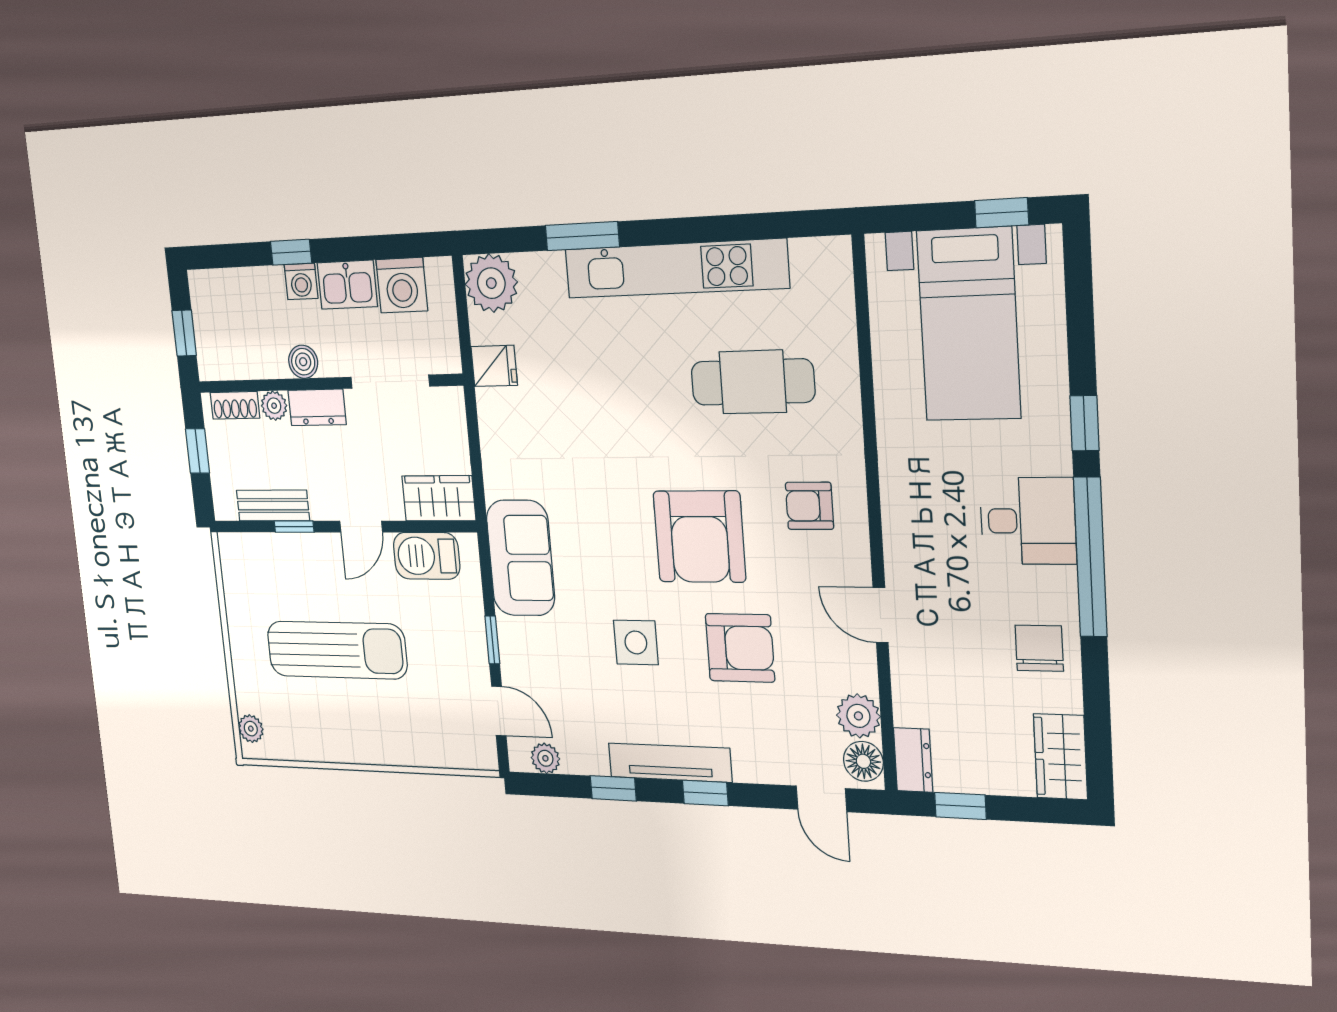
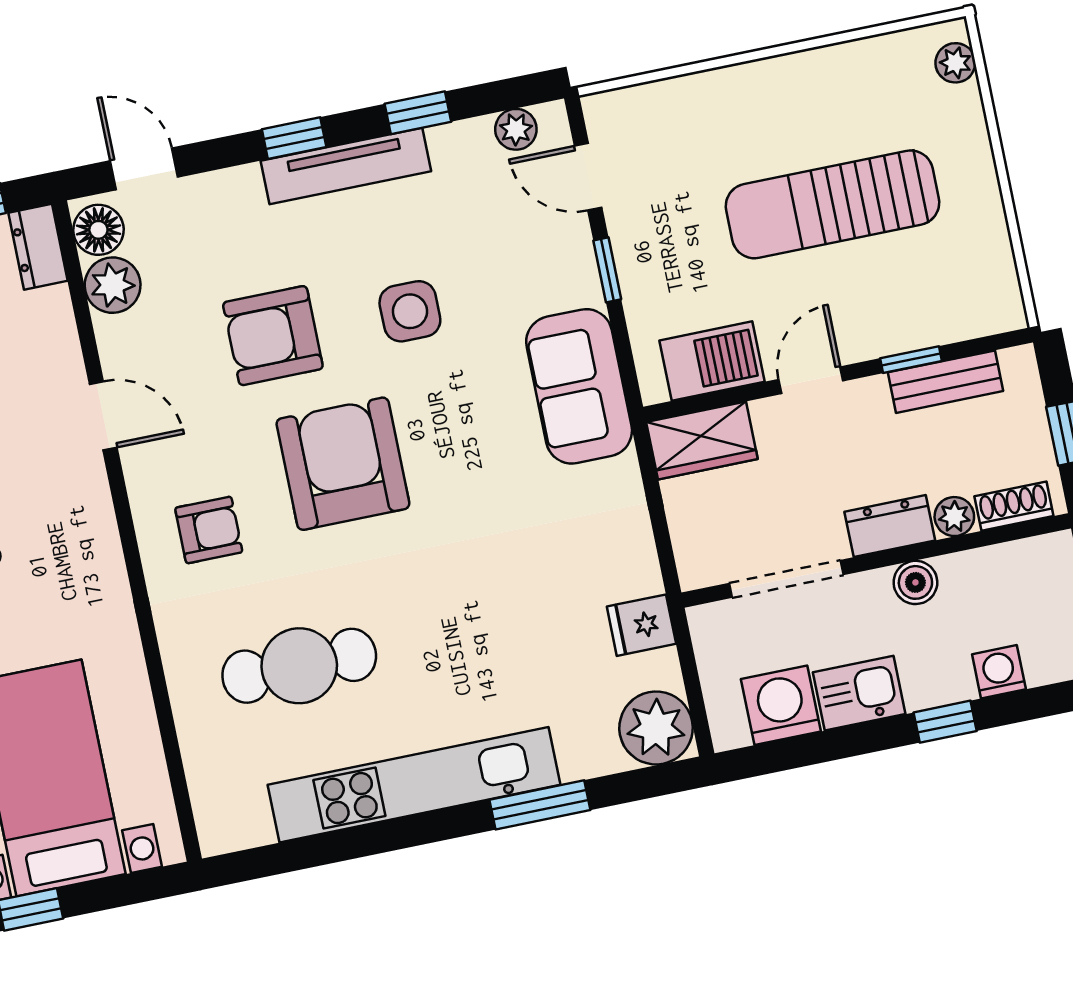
washing machine: (301, 281) -> (999, 672), moved

